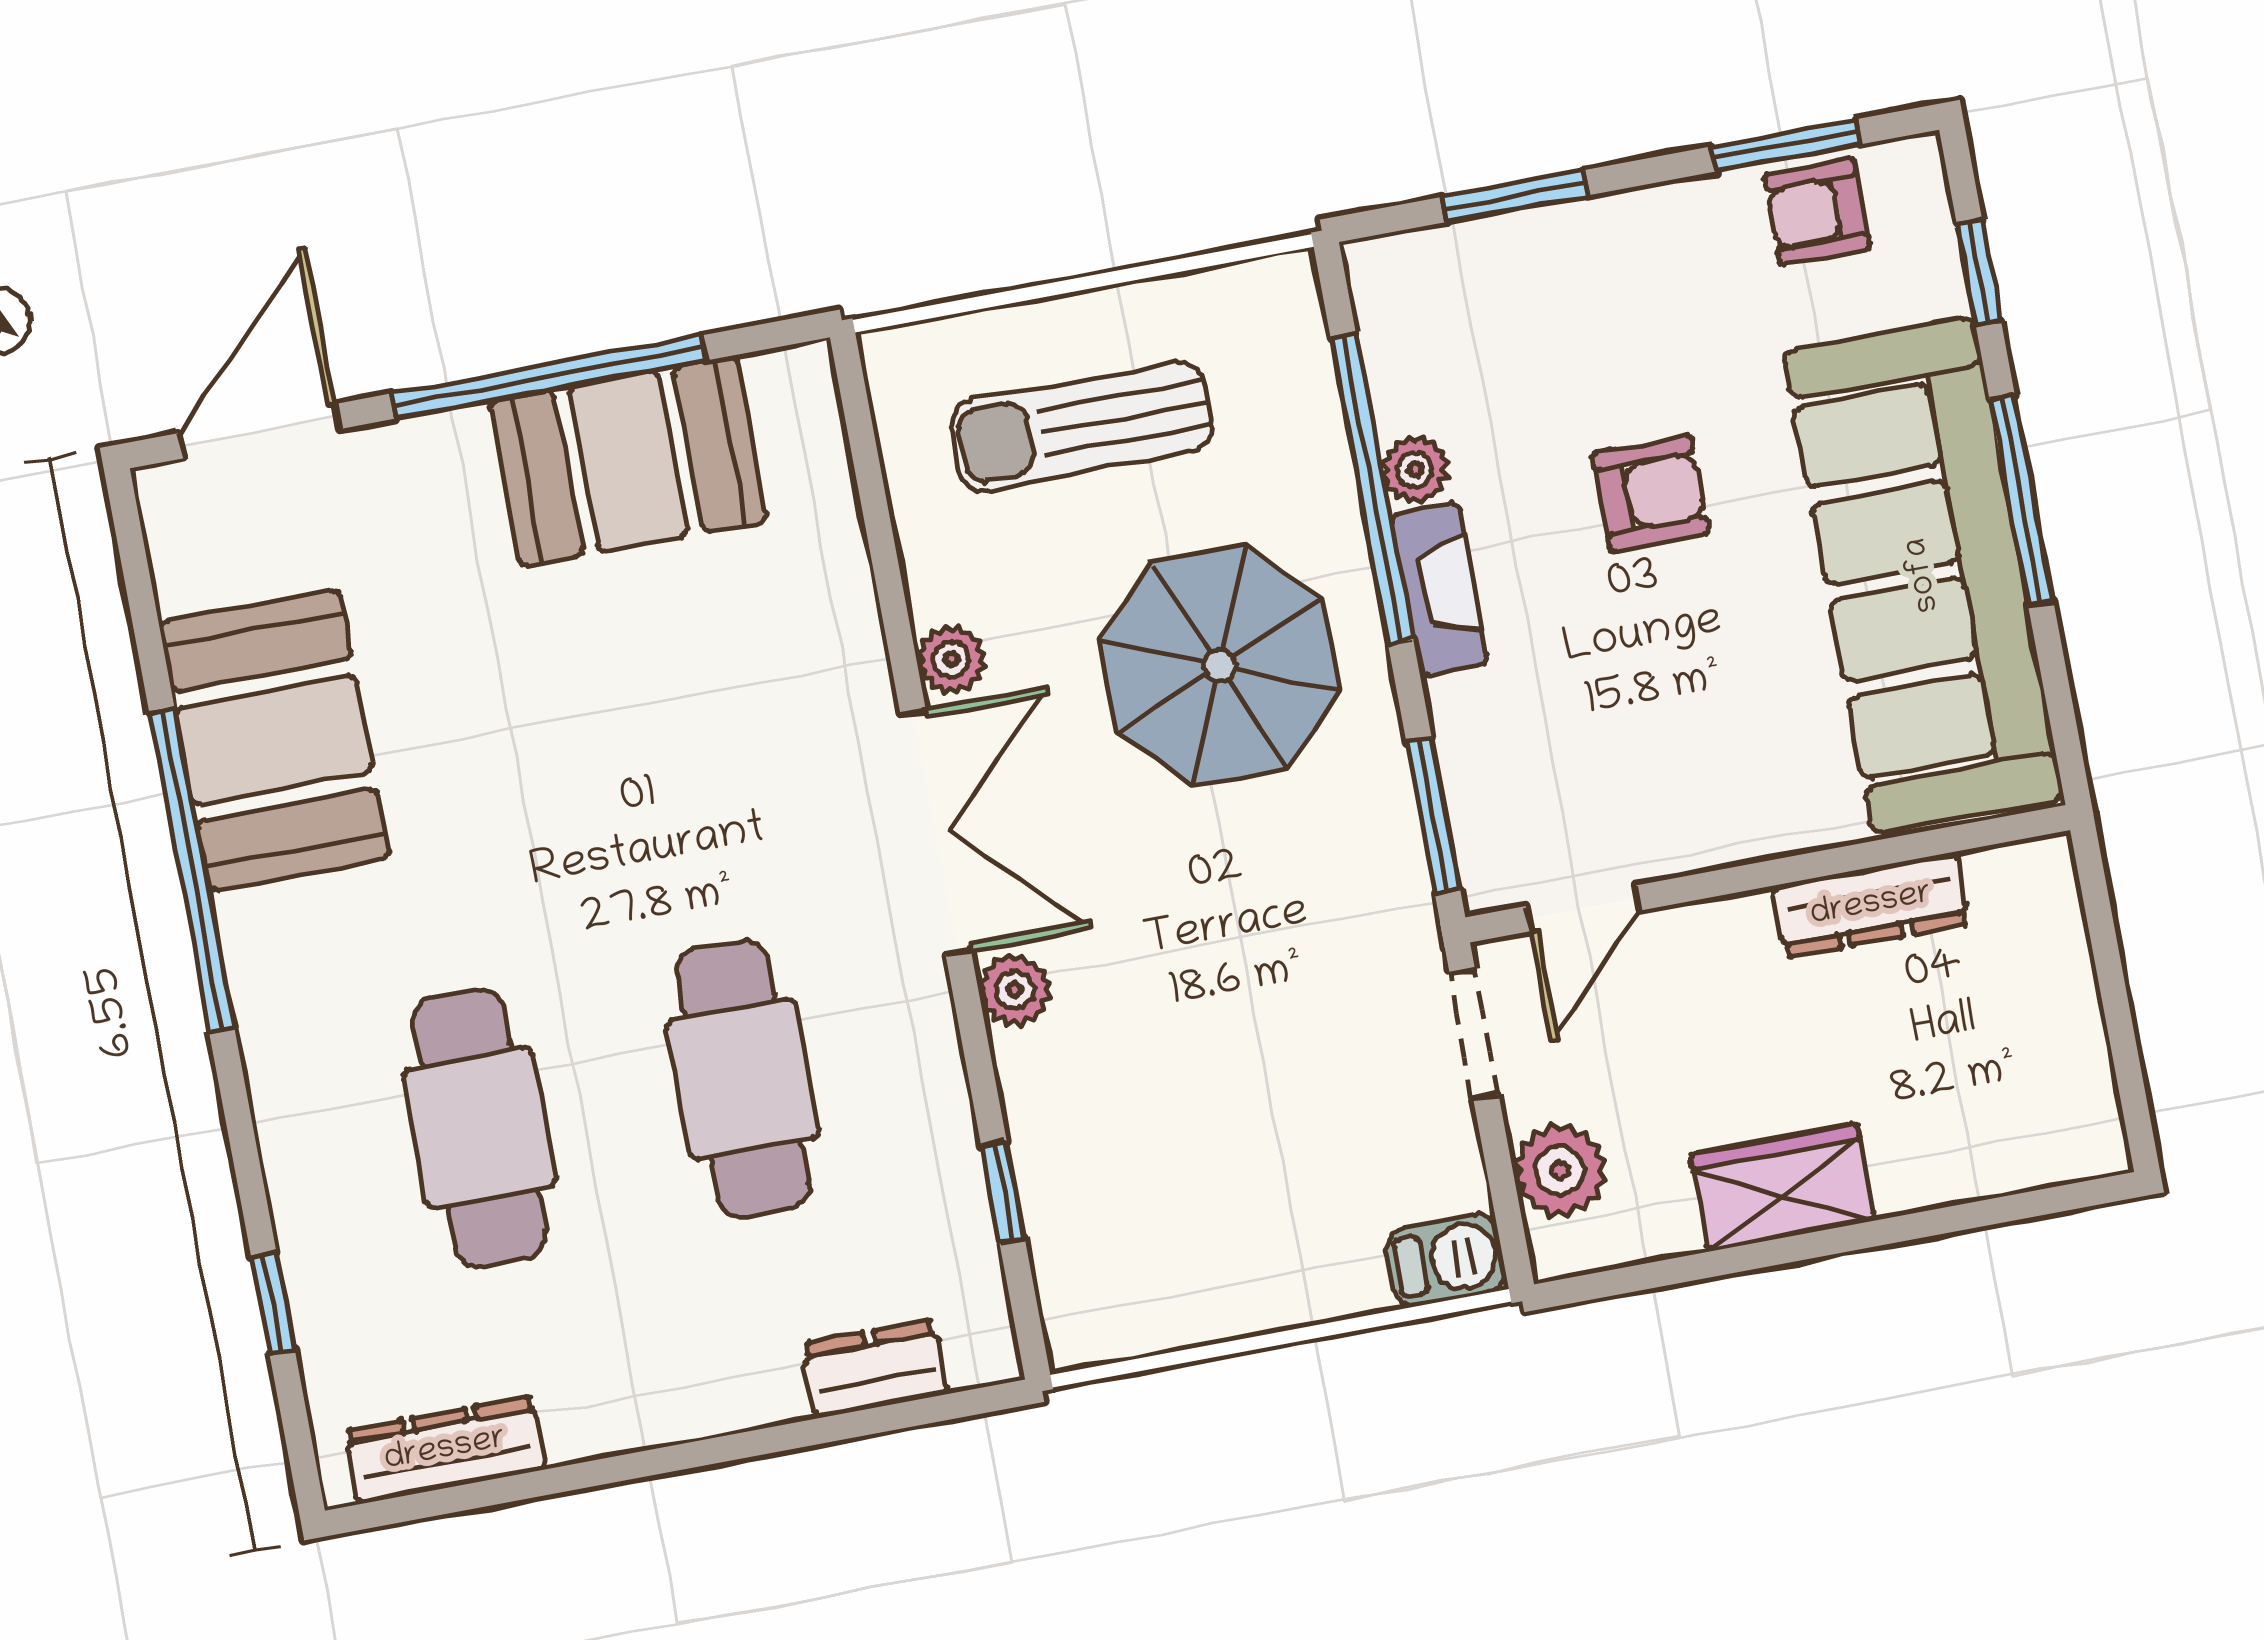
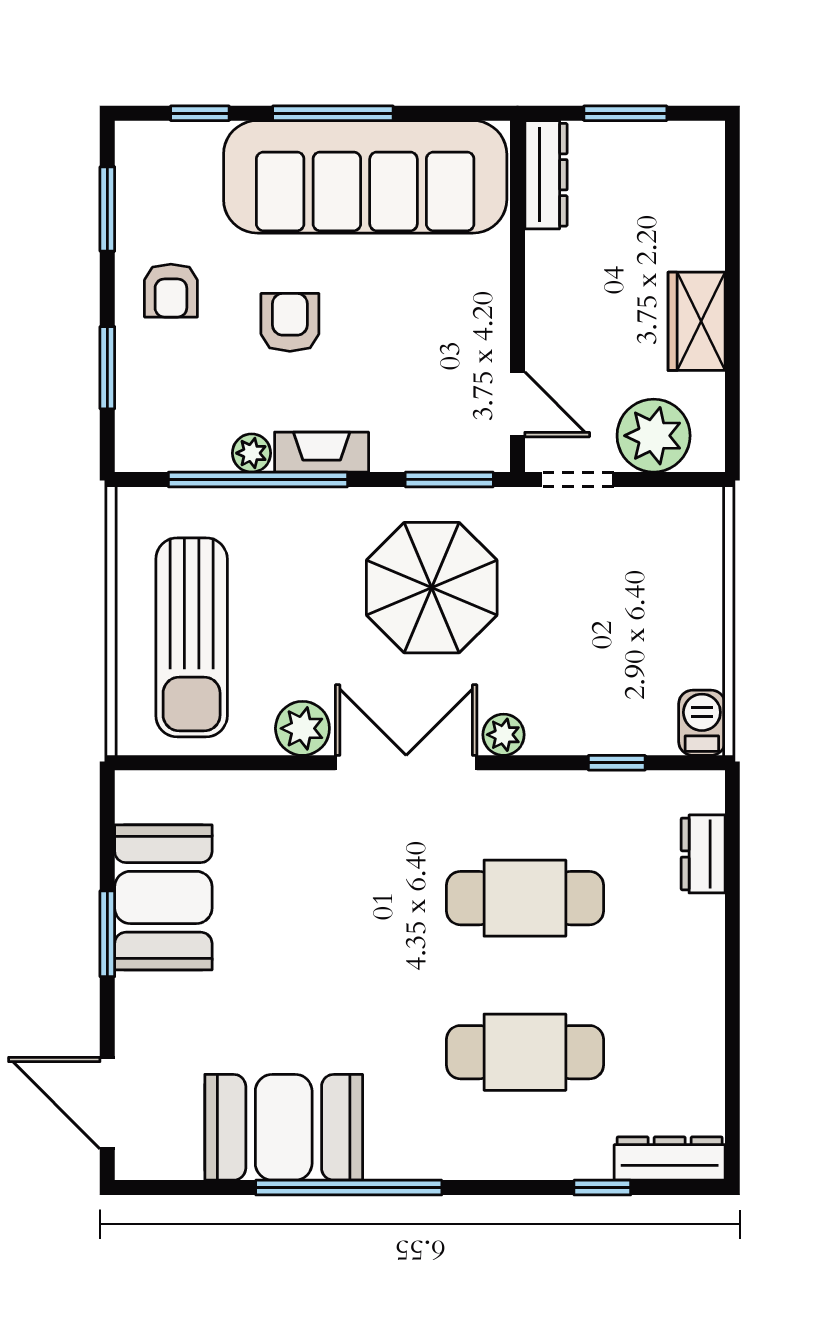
armchair: (1817, 212) -> (171, 291), moved
window: (548, 377) -> (107, 934), width x0.47
sun lounger: (1081, 426) -> (192, 637), width x1.36, depth x1.34
plant: (951, 660) -> (302, 728), width x1.38, depth x1.38
parasol: (1219, 666) -> (432, 588), moved
dresser: (1871, 905) -> (546, 175), moved
window: (2115, 999) -> (625, 113), added
plant: (1560, 1170) -> (654, 436), width x1.36, depth x1.36
barbecue: (1446, 1260) -> (702, 723), moved
dresser: (445, 1450) -> (670, 1159), moved, turned 90

